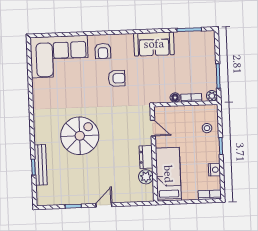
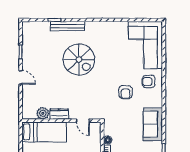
door: (153, 128) -> (83, 121), hinge flipped
bench: (41, 165) -> (68, 26), moved

